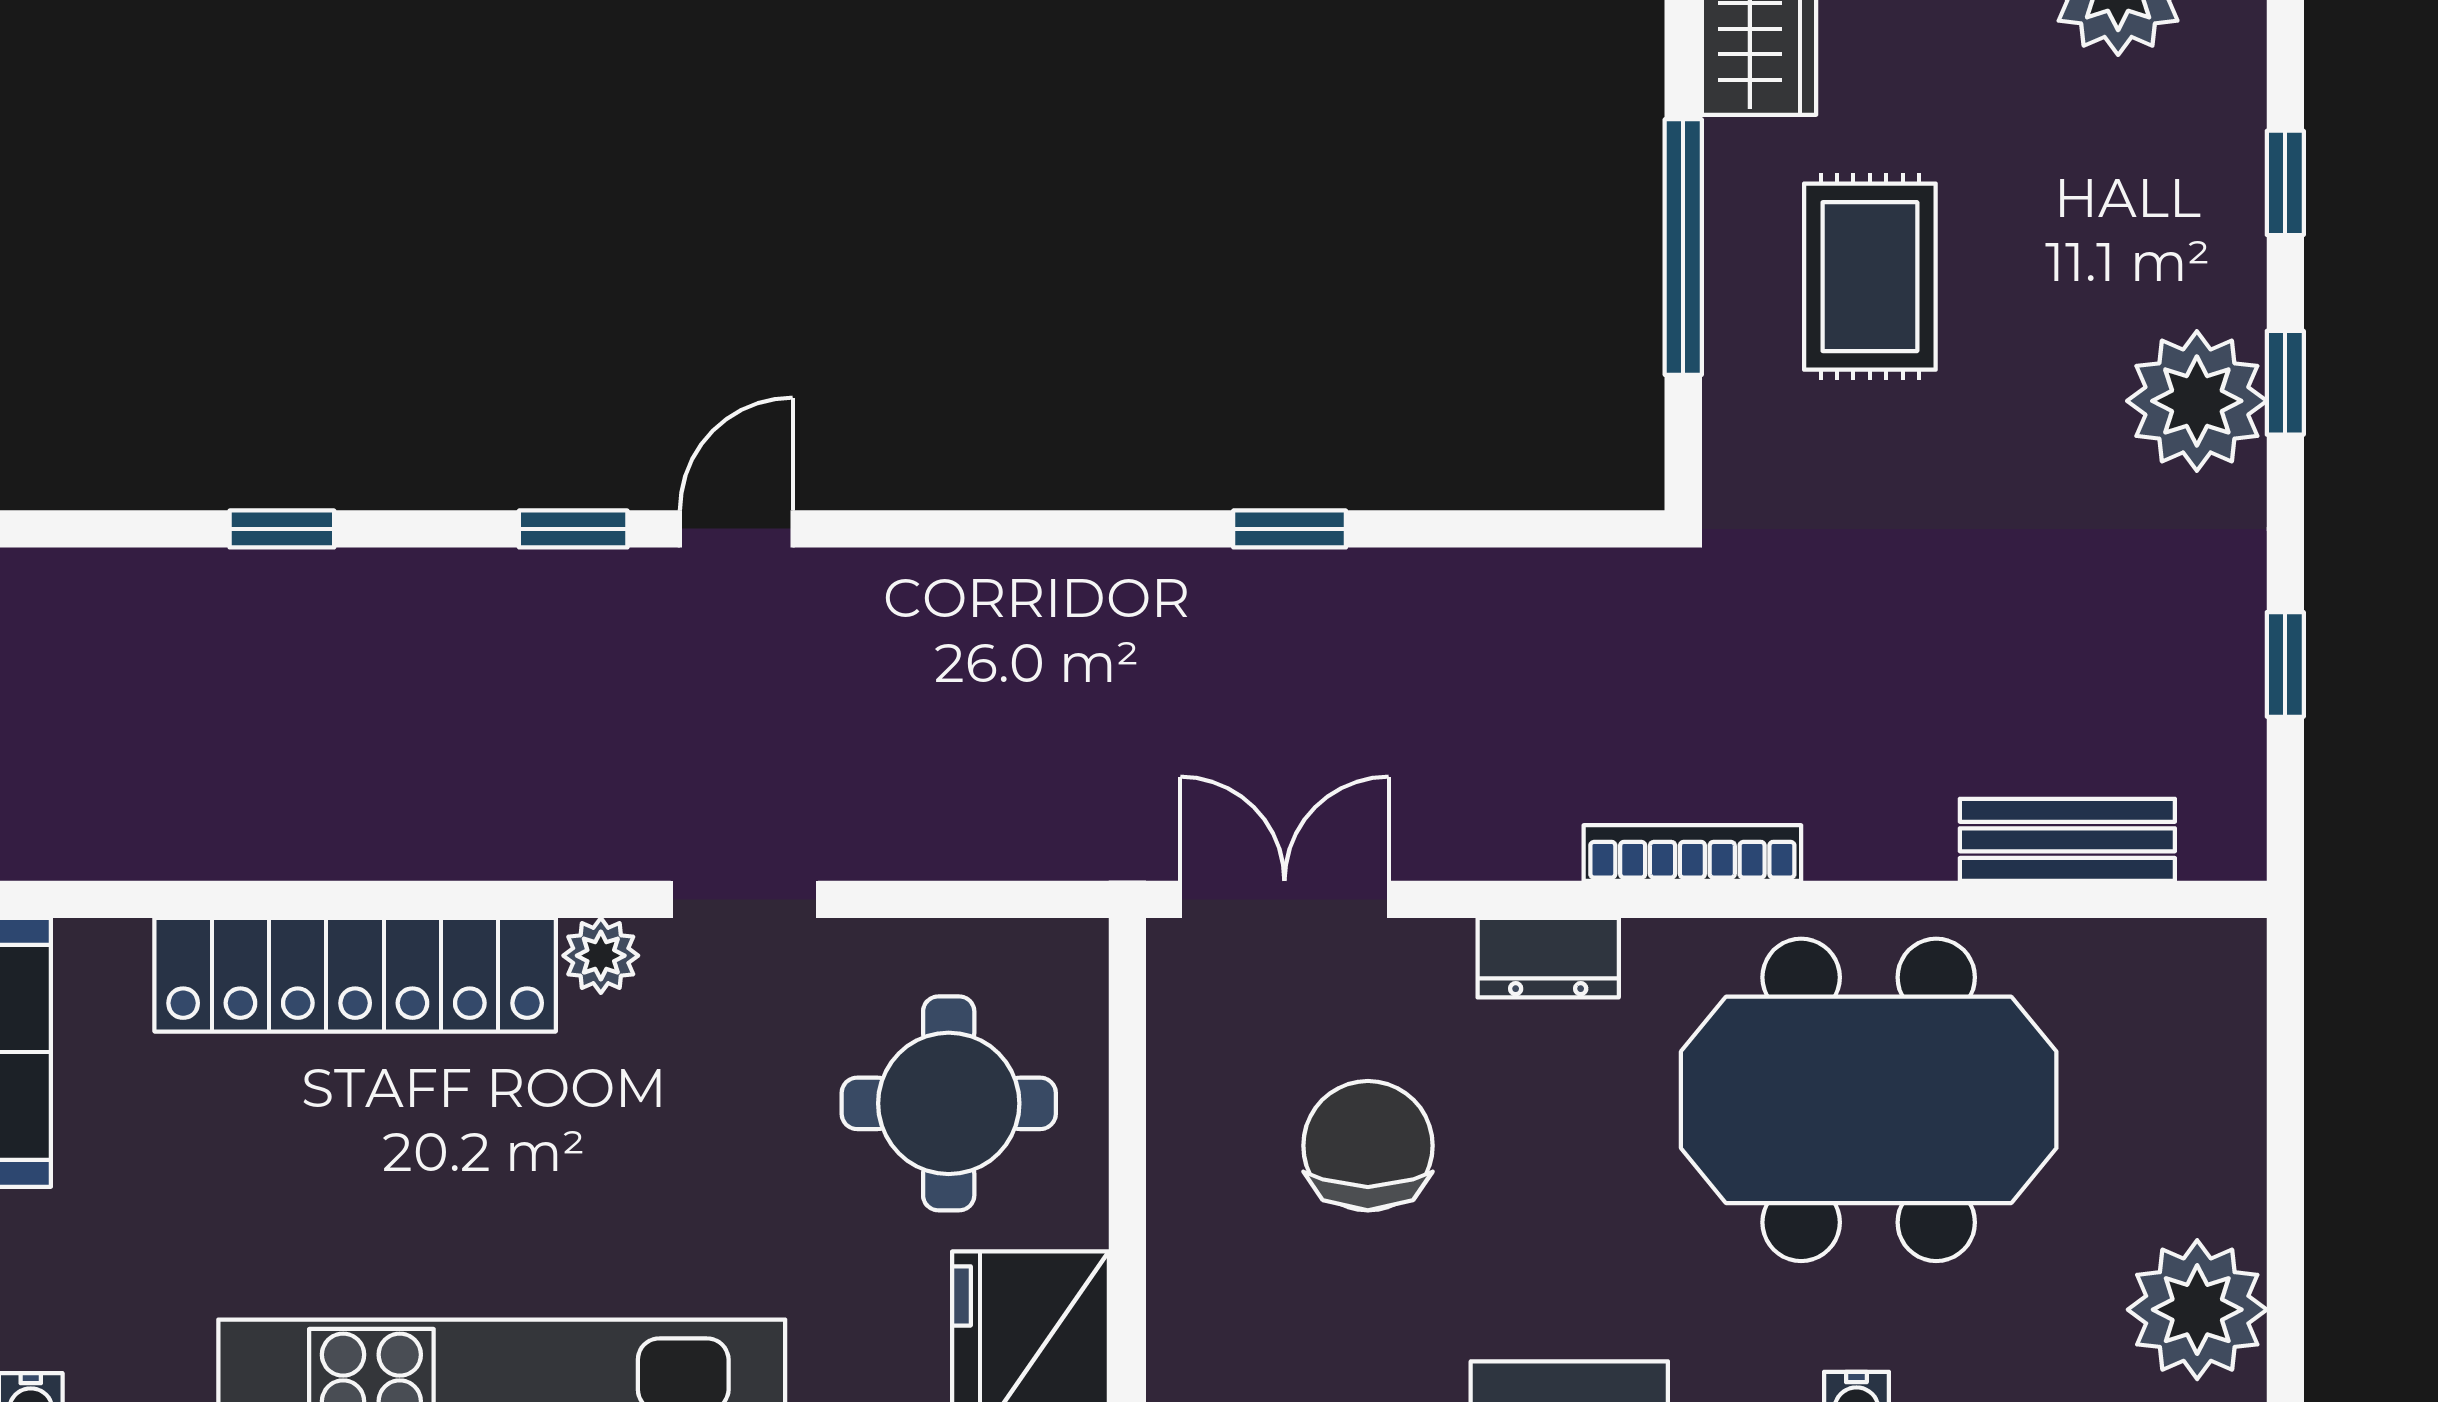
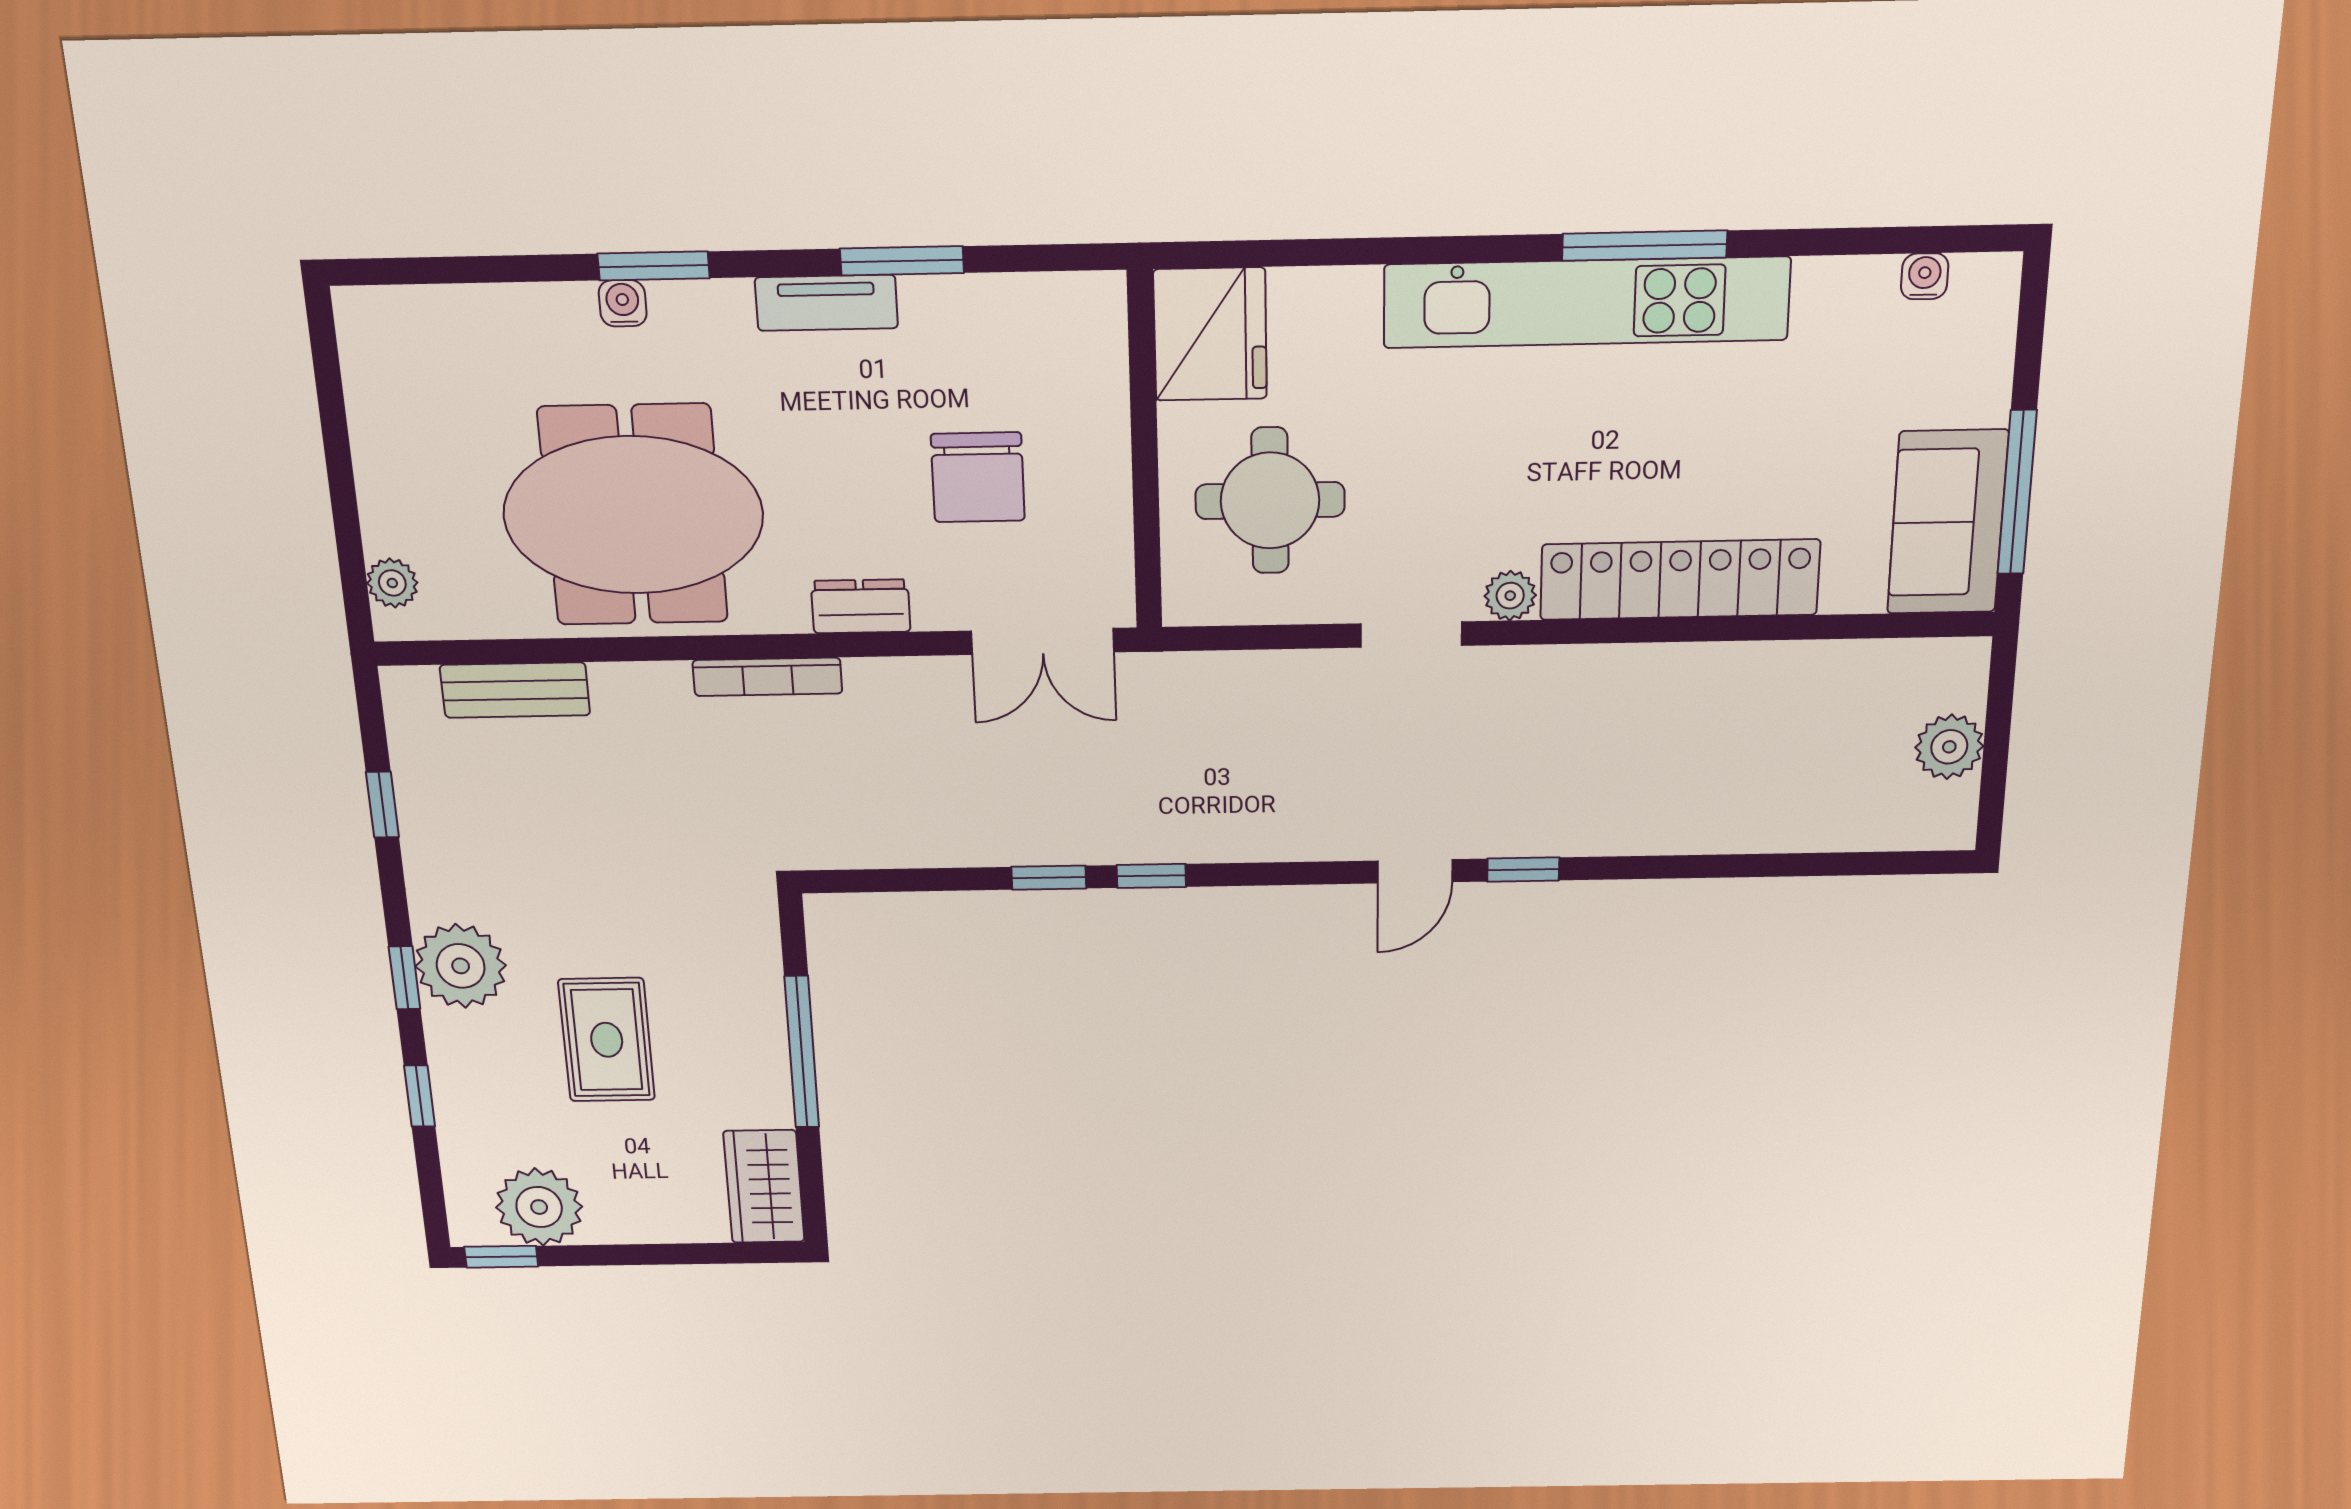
rug: (1870, 277) -> (607, 1040), moved
window: (282, 529) -> (1151, 876), moved
plant: (2197, 1310) -> (392, 583), moved, width x0.53, depth x0.53

